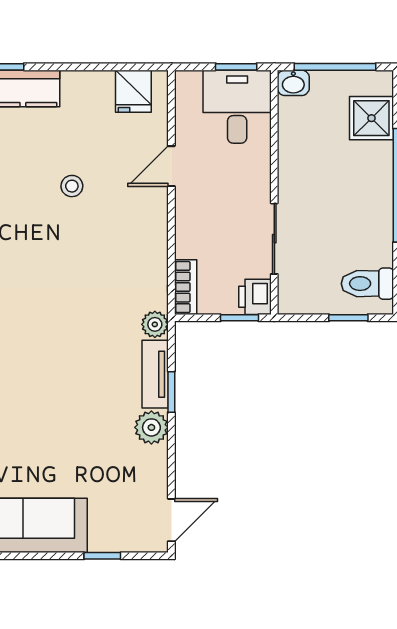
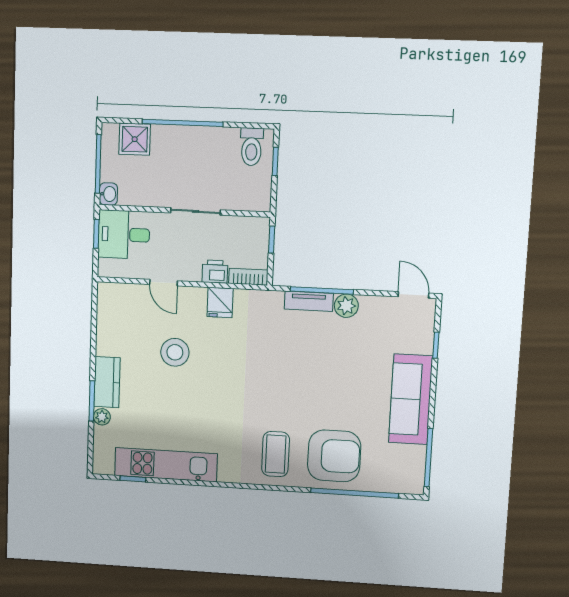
fridge: (133, 91) -> (220, 303), moved, turned 90
stool: (72, 186) -> (175, 352), width x1.89, depth x1.89
sliding door: (274, 239) -> (195, 211), moved
printer: (255, 297) -> (215, 272), moved, turned 180
plant: (155, 324) -> (274, 300), removed
window: (171, 392) -> (322, 290), width x2.17

